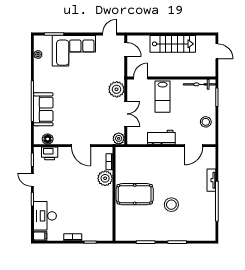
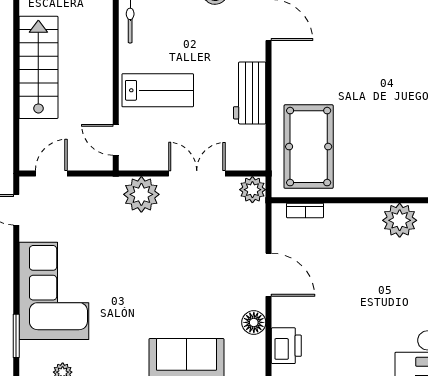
floor lamp: (48, 139) -> (254, 322), moved
door: (81, 146) -> (269, 275), hinge flipped
plant: (105, 178) -> (400, 220), moved
pool table: (135, 194) -> (309, 147), moved
stool: (171, 205) -> (402, 70), removed

